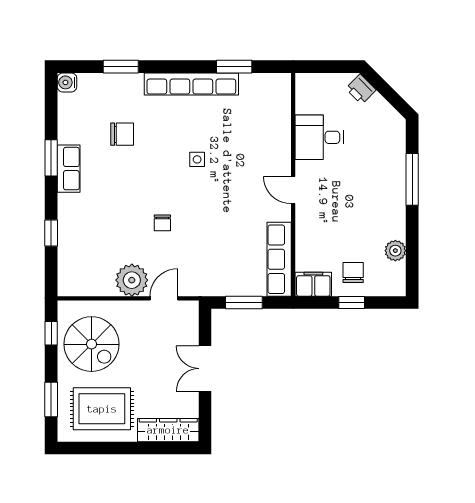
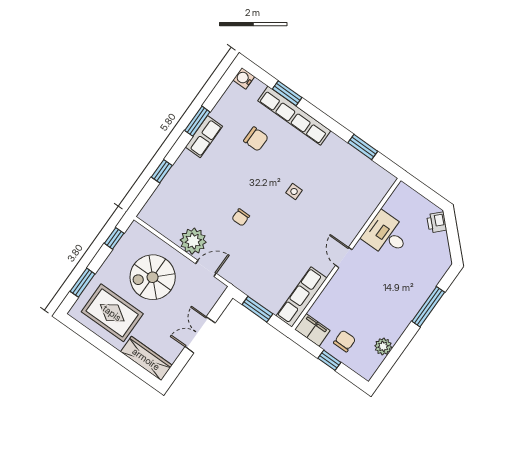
row of seats: (191, 84) -> (294, 116), moved
spiral stairs: (92, 344) -> (153, 277), moved, turned 90

